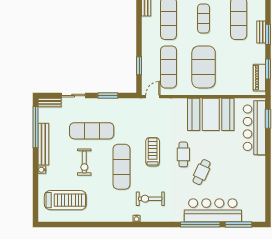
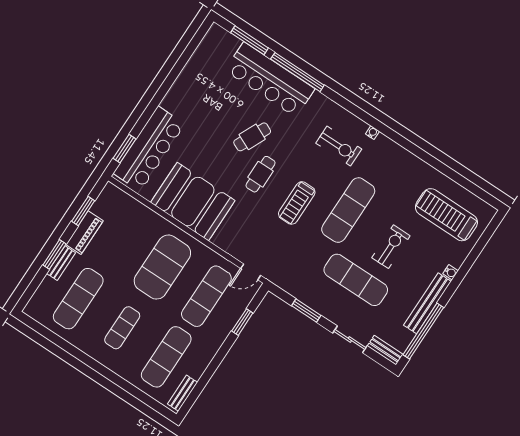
piano: (259, 78) -> (85, 233), moved

